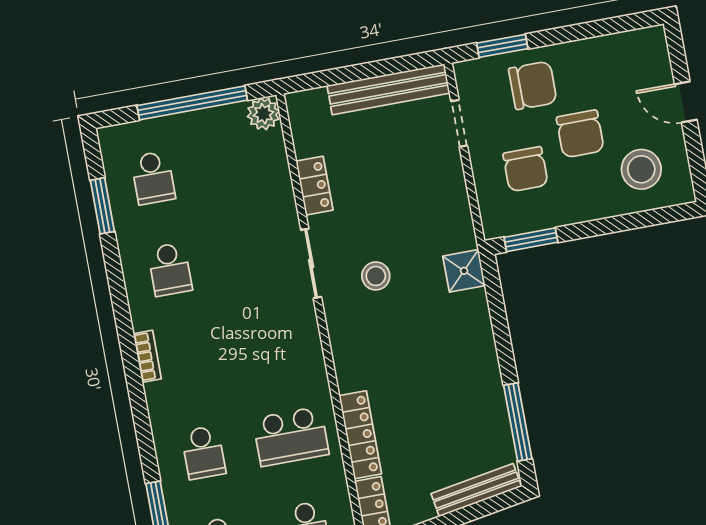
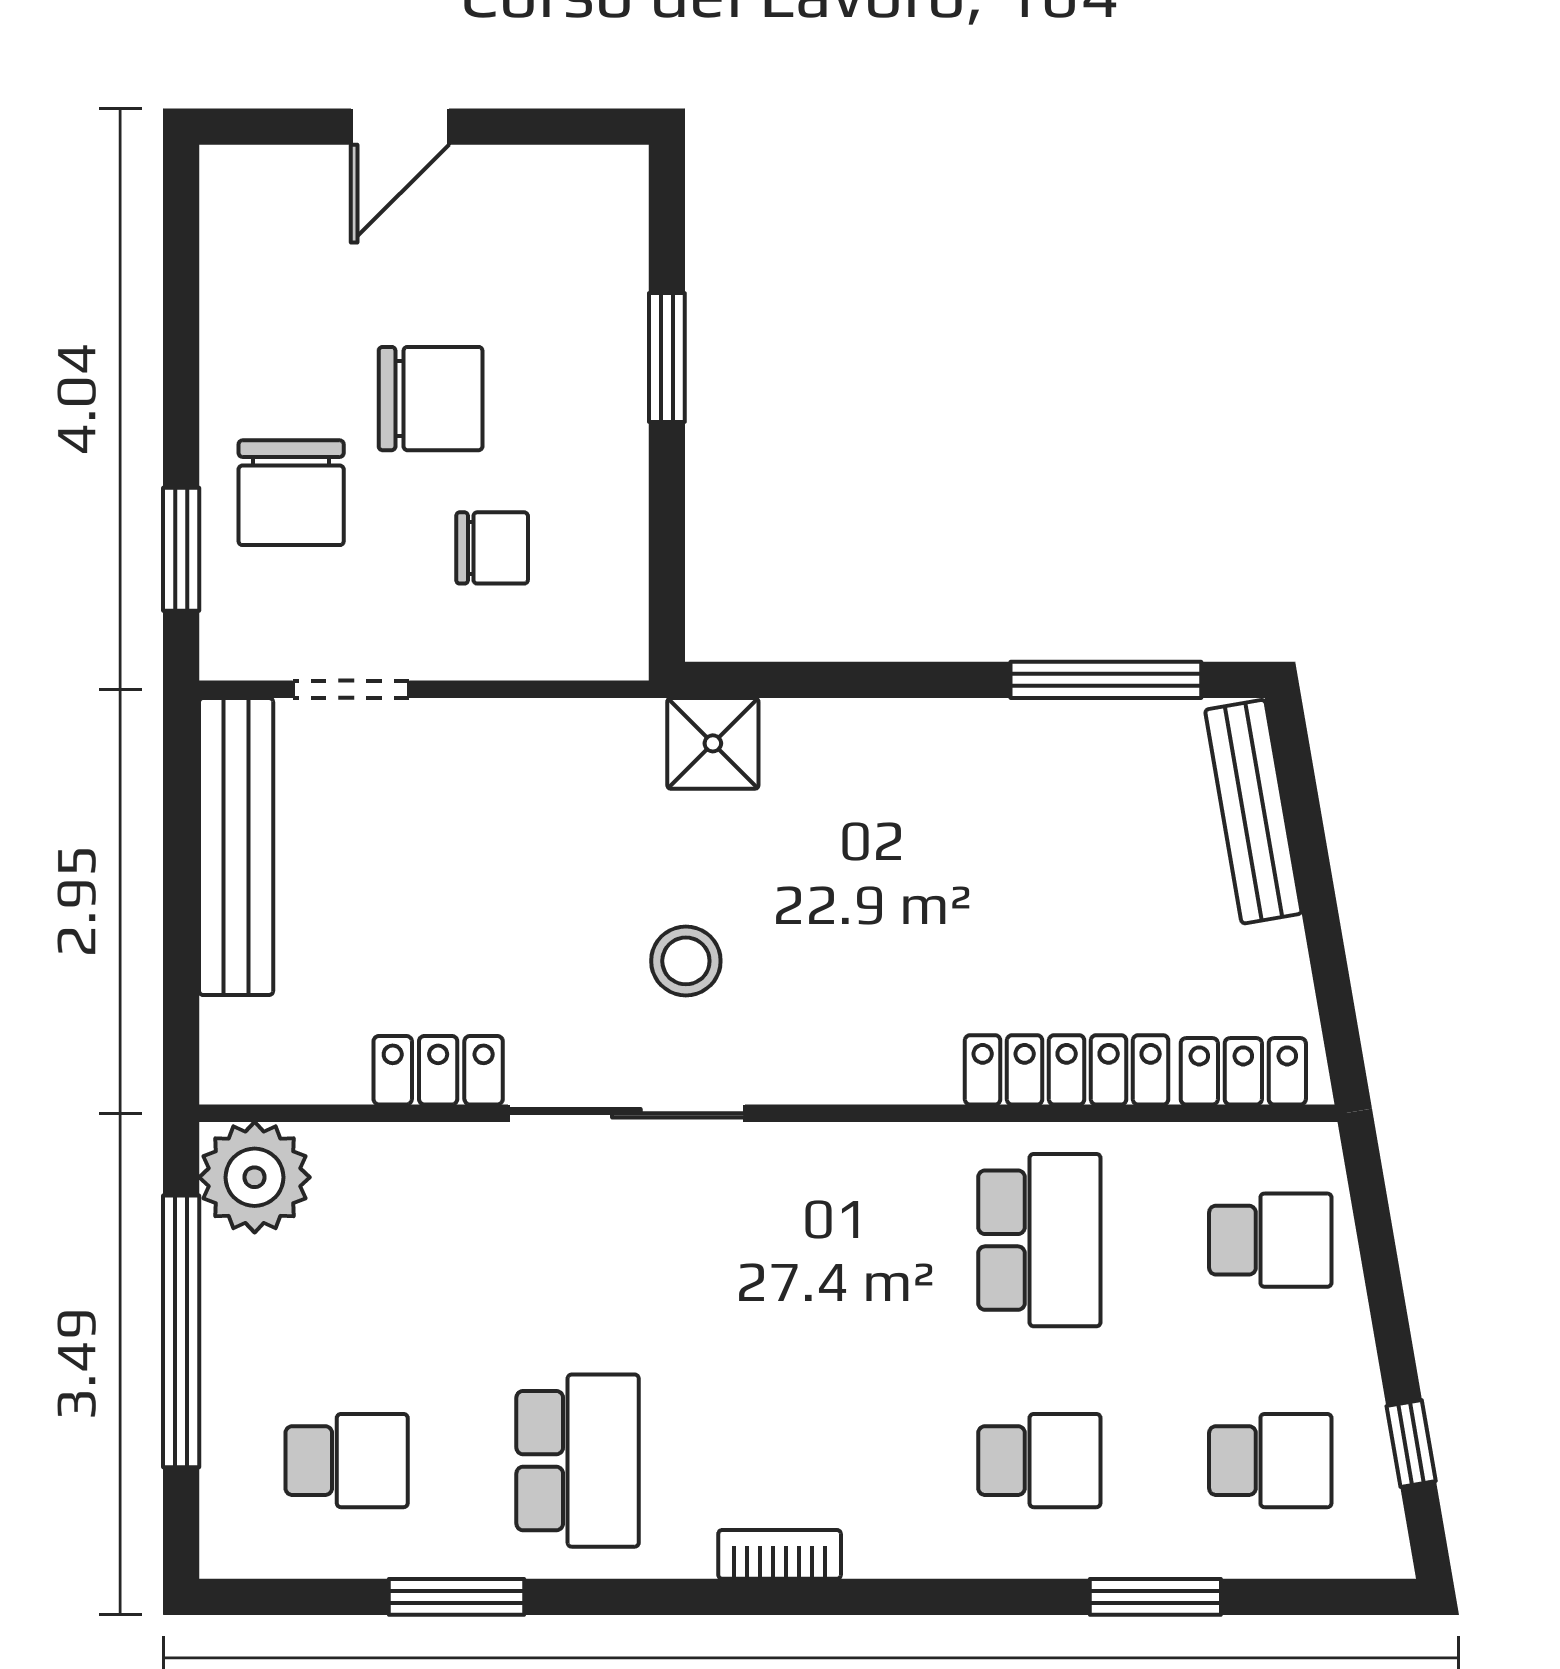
chair: (533, 85) -> (291, 493), turned 180
plant: (263, 114) -> (255, 1177), width x1.36, depth x1.36
chair: (525, 169) -> (492, 548), width x0.73, depth x0.73
stool: (641, 169) -> (545, 265), removed
window: (102, 206) -> (456, 1597), moved
window: (531, 240) -> (667, 357), moved
sliding door: (311, 263) -> (626, 1113), width x1.37
school desk: (170, 269) -> (578, 1461), width x1.85

